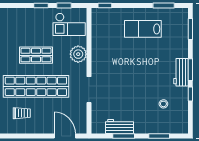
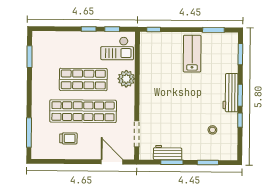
lab bench: (143, 29) -> (192, 54), turned 90
shop shelf: (36, 55) -> (83, 79), width x1.43, depth x1.36
workbench: (181, 72) -> (231, 93), width x1.38
doorway: (89, 90) -> (137, 134), moved

